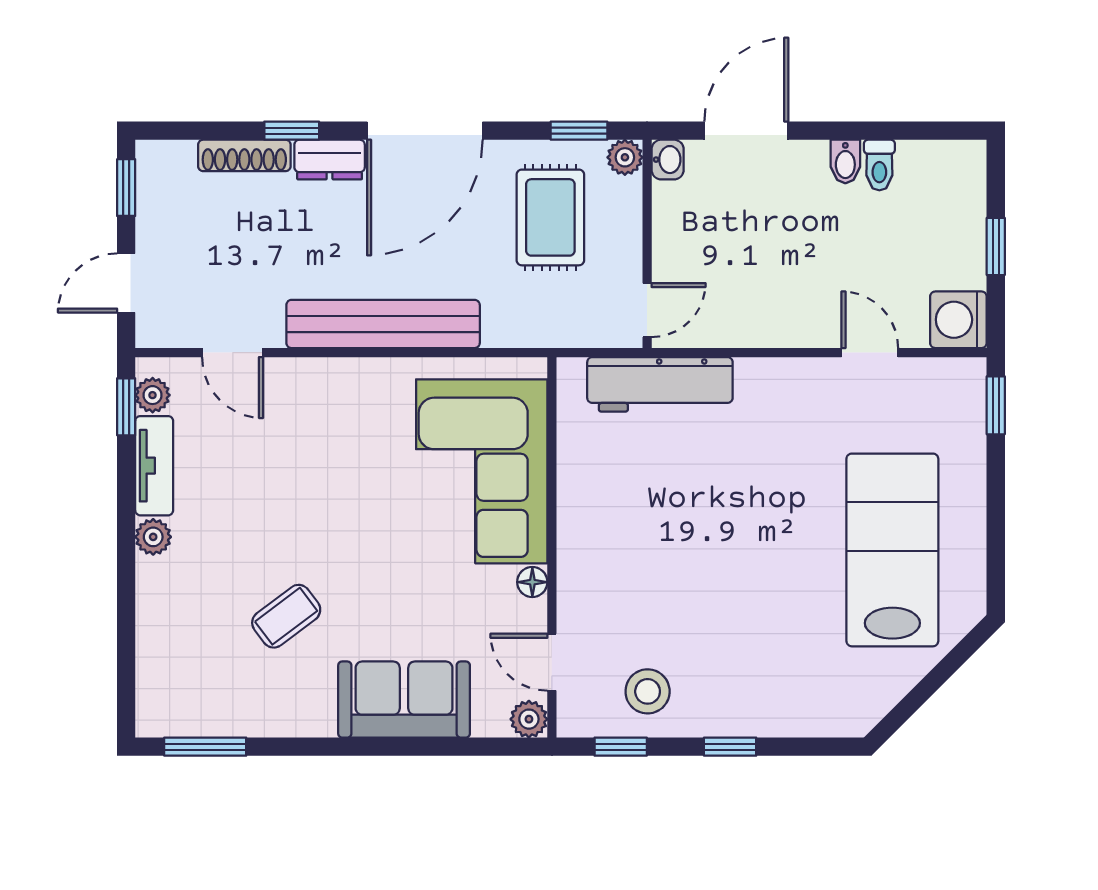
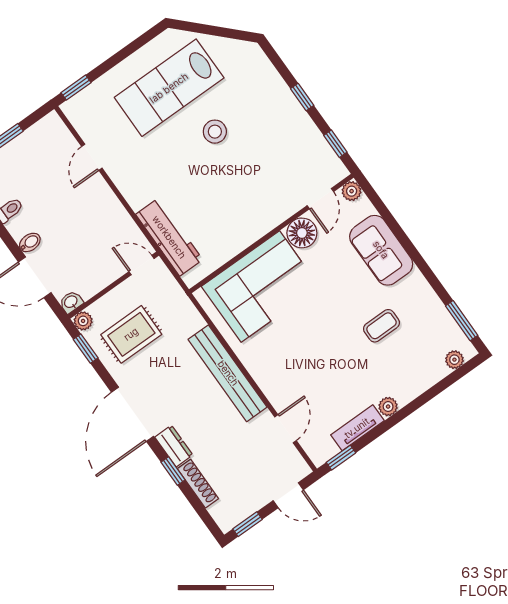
door: (425, 131) -> (132, 414), swing flipped
bidet: (845, 162) -> (30, 242), moved
washing machine: (958, 320) -> (51, 129), removed
plant: (153, 395) -> (454, 360), moved
floor lamp: (532, 582) -> (302, 233), width x1.89, depth x1.89
coffee table: (286, 616) -> (381, 326), turned -53
stool: (648, 691) -> (215, 132), moved

